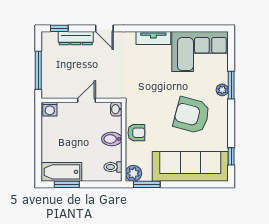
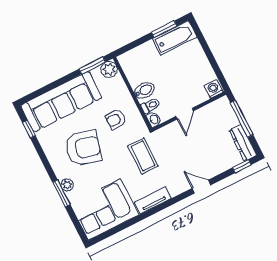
dresser: (76, 38) -> (243, 143), moved, turned -90
coffee table: (142, 82) -> (143, 156), added
armchair: (136, 133) -> (116, 119), moved
toilet: (113, 167) -> (151, 106), moved

